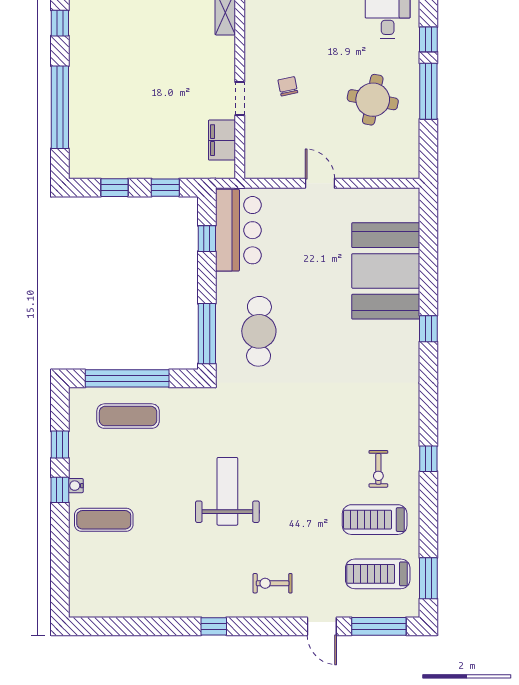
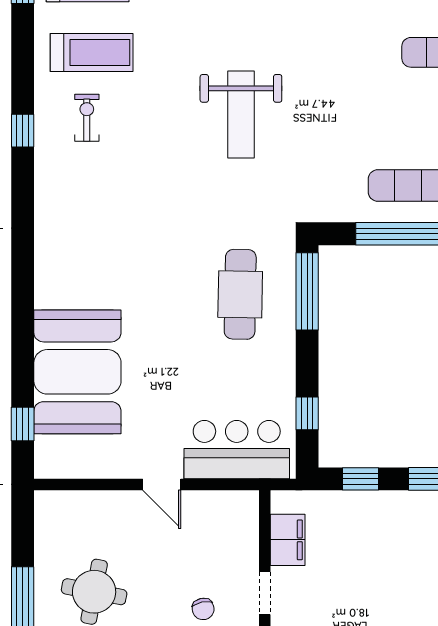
bar counter: (238, 230) -> (237, 450), moved, turned 90
window: (428, 329) -> (23, 424), moved
weight bench: (227, 491) -> (241, 115), moved

